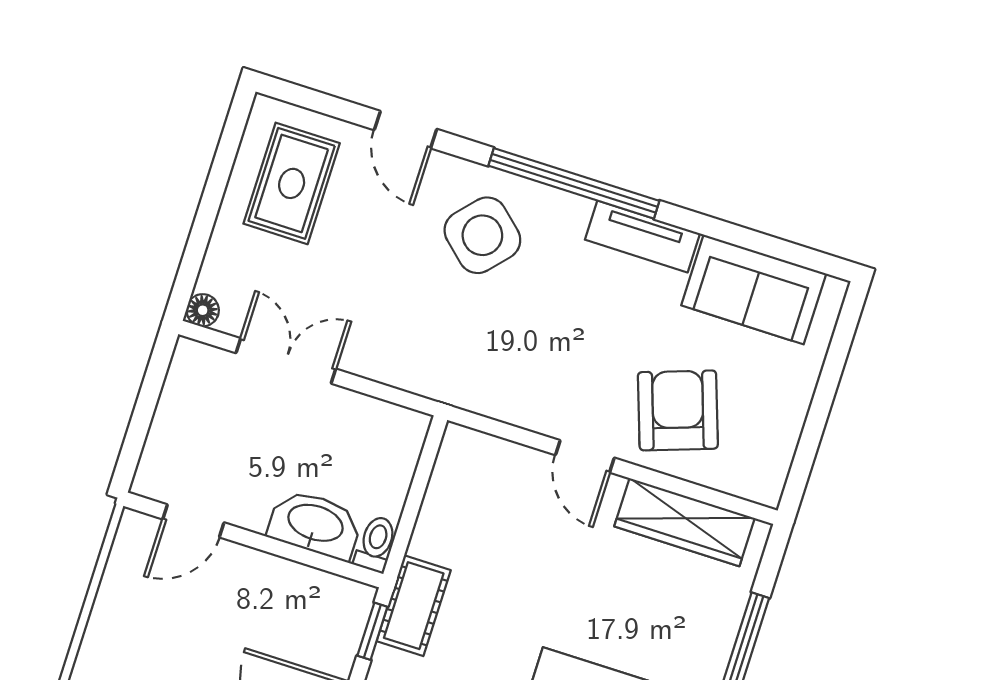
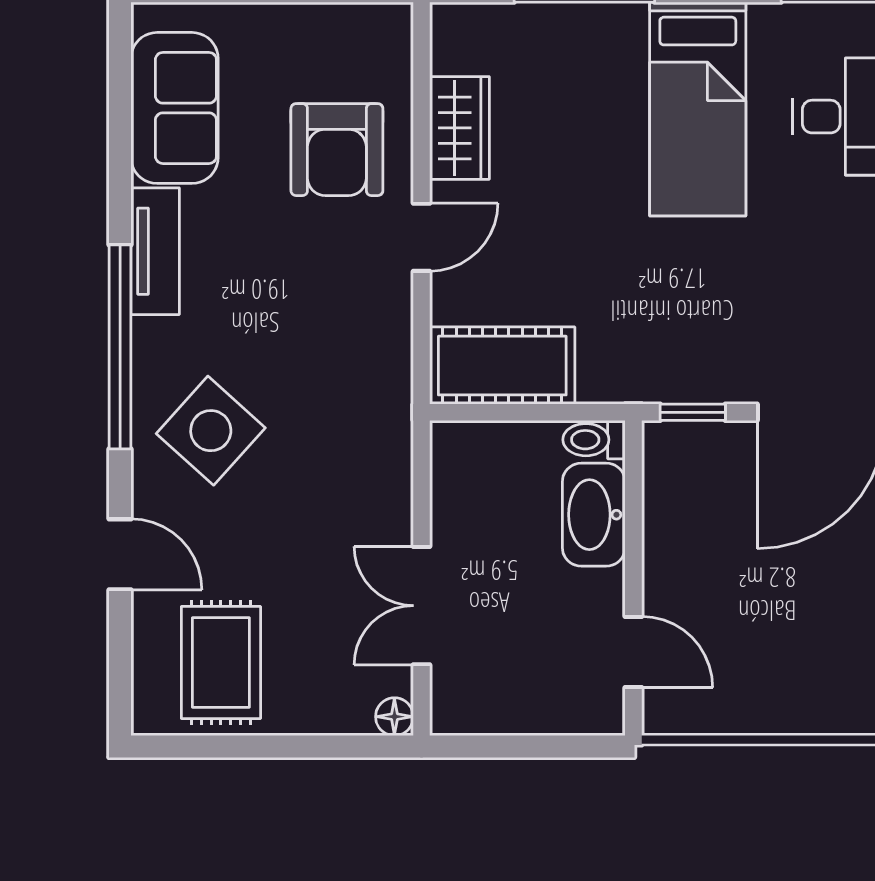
door: (406, 130) -> (120, 554), hinge flipped
rug: (292, 183) -> (221, 662), turned 90
armchair: (678, 410) -> (337, 150), turned -71
wardrobe: (685, 522) -> (459, 128), width x0.67
cot: (414, 606) -> (502, 366), moved, width x1.37, depth x1.34

